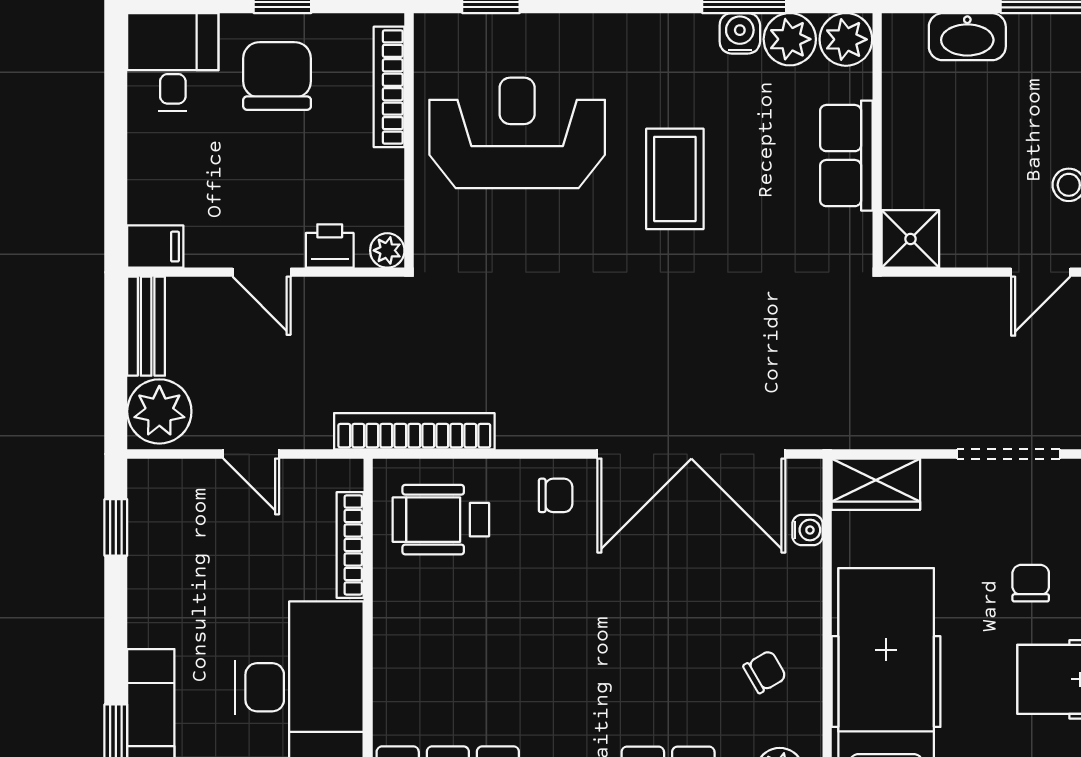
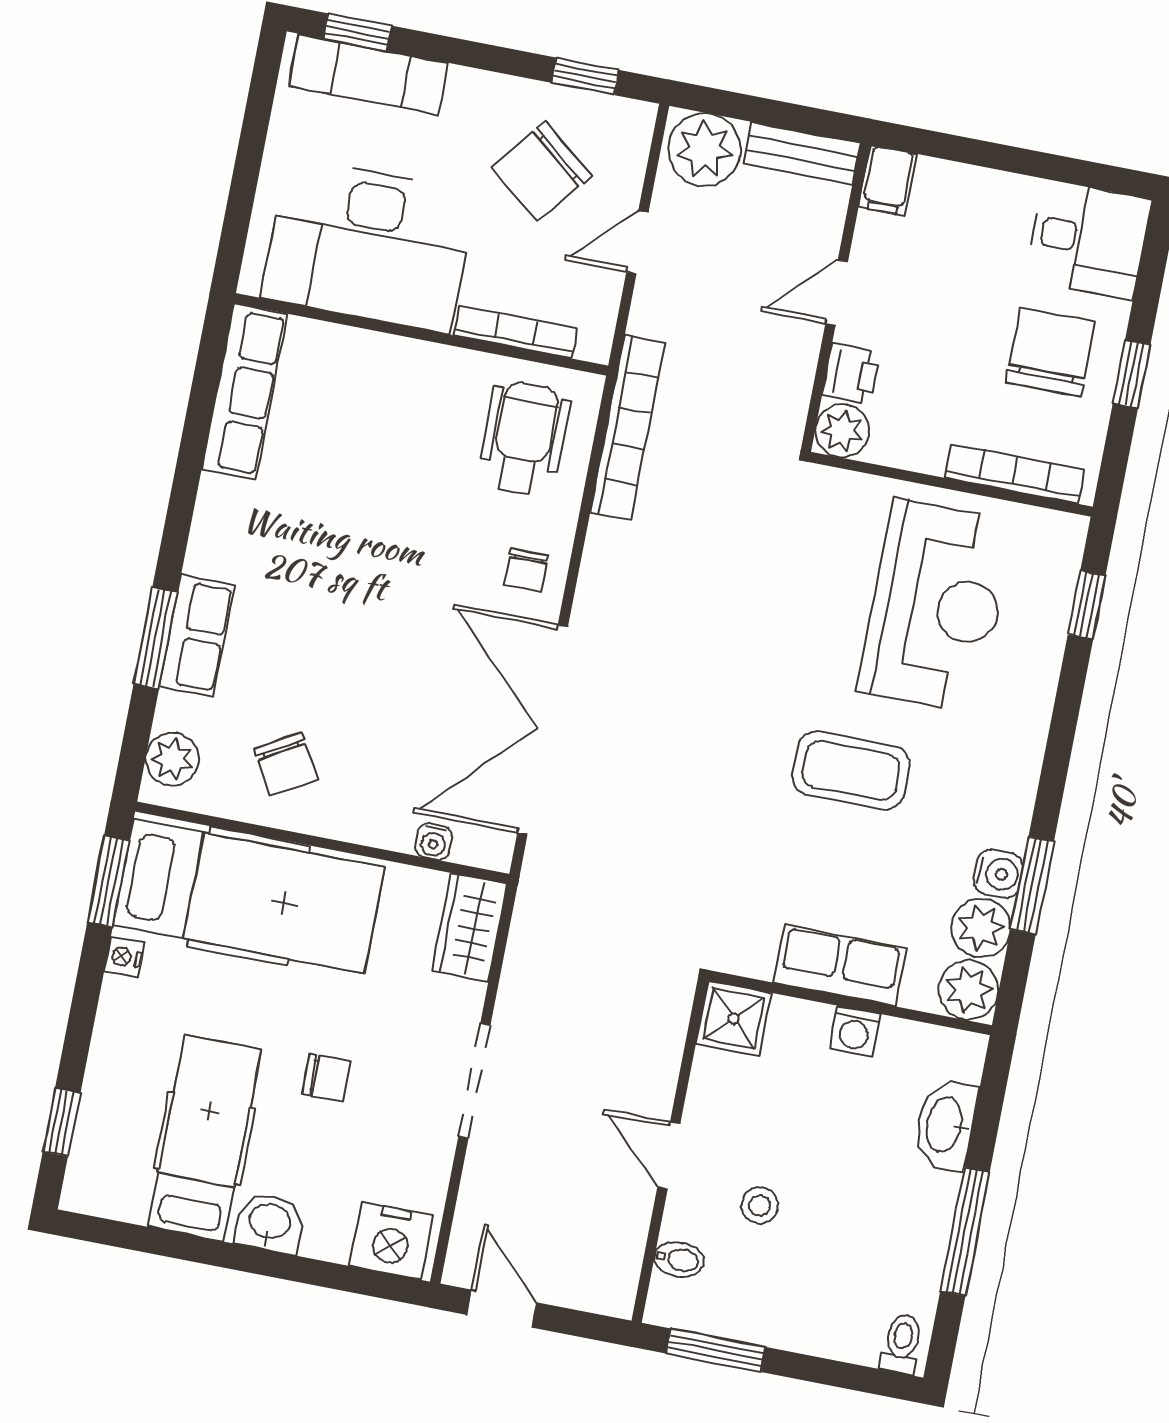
chair: (277, 76) -> (1051, 352), turned -90
washing machine: (901, 132) -> (855, 1031), added
plant: (387, 250) -> (842, 431), width x1.38, depth x1.38
chair: (206, 549) -> (542, 172), added
chair: (765, 672) -> (286, 764), width x1.37, depth x1.37

